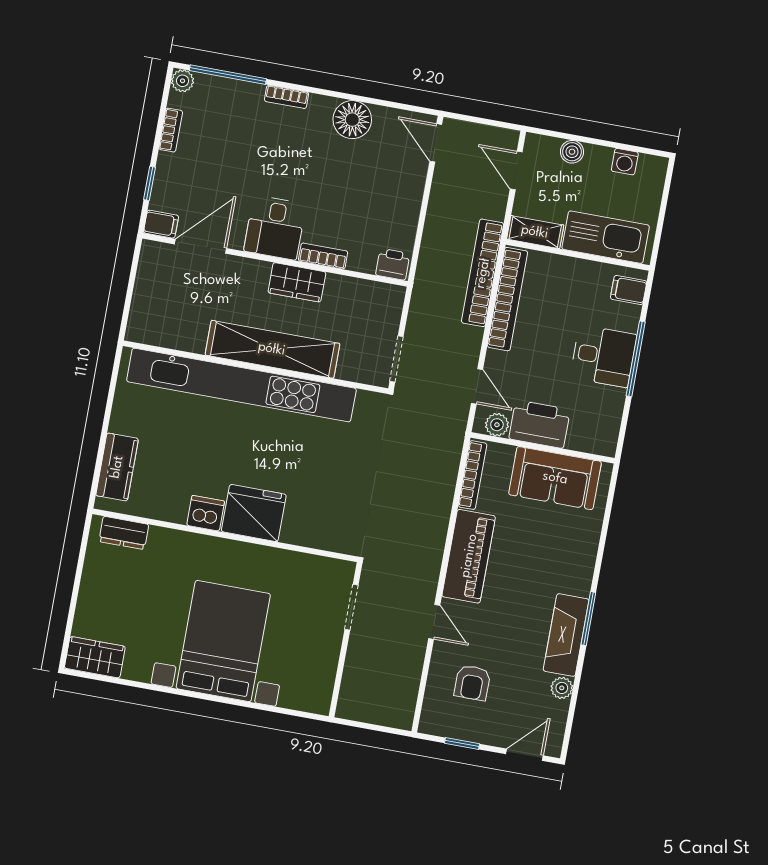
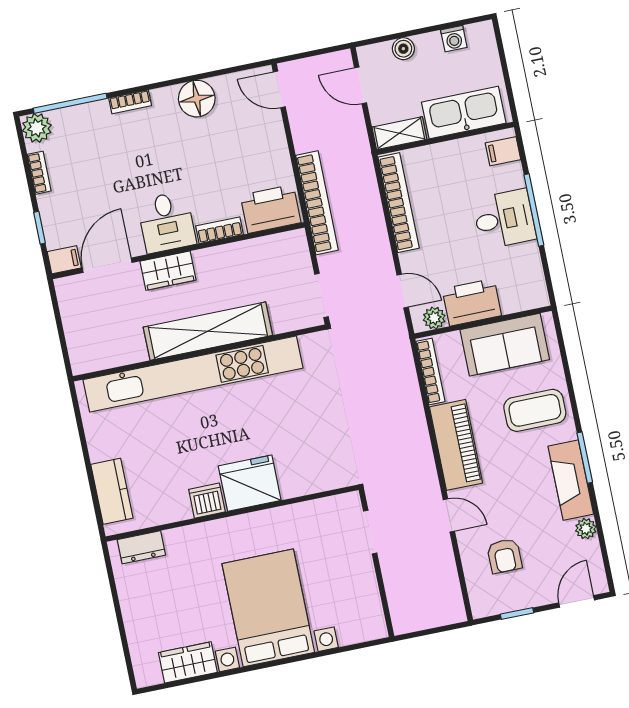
plant: (183, 81) -> (37, 128), width x1.38, depth x1.38
printer: (393, 264) -> (271, 209), width x1.87, depth x1.48
bookcase: (483, 273) -> (317, 203), moved, turned 180
wardrobe: (297, 282) -> (168, 271), moved
coffee table: (558, 553) -> (535, 410), added
wardrobe: (95, 657) -> (188, 662), moved

